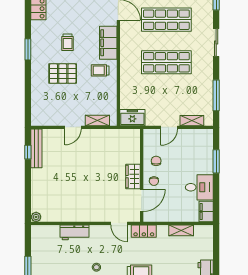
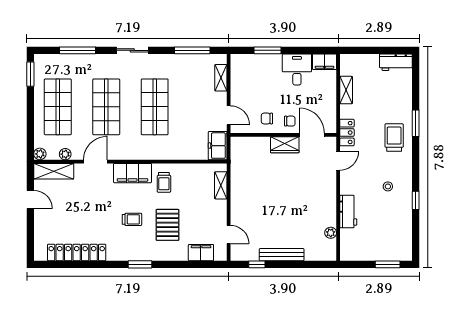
filing cabinet: (38, 103) -> (201, 253), added
door: (73, 127) -> (229, 234), moved
door: (169, 127) -> (229, 115), moved
bench: (36, 148) -> (282, 255), moved
plant: (36, 217) -> (331, 233), moved

